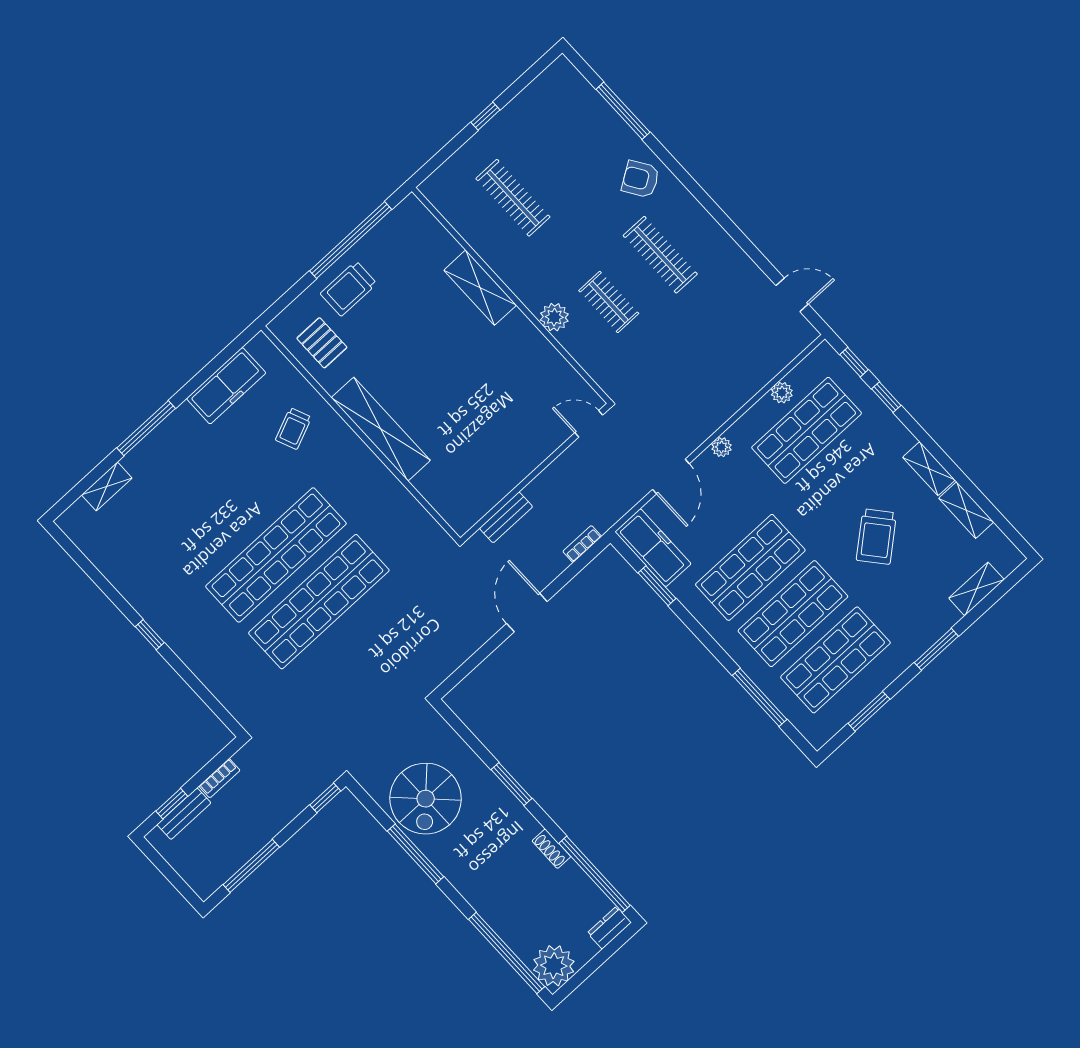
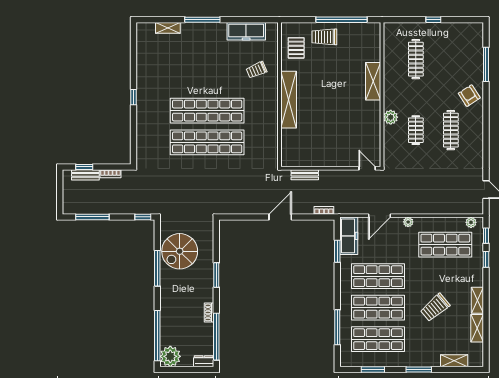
plant: (782, 393) -> (471, 222), moved

